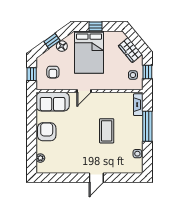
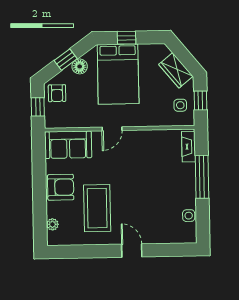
armchair: (53, 72) -> (57, 93), moved
coffee table: (107, 131) -> (97, 208), moved, width x1.36, depth x1.32
armchair: (47, 132) -> (61, 187), turned 90
door: (96, 178) -> (132, 251), swing flipped

